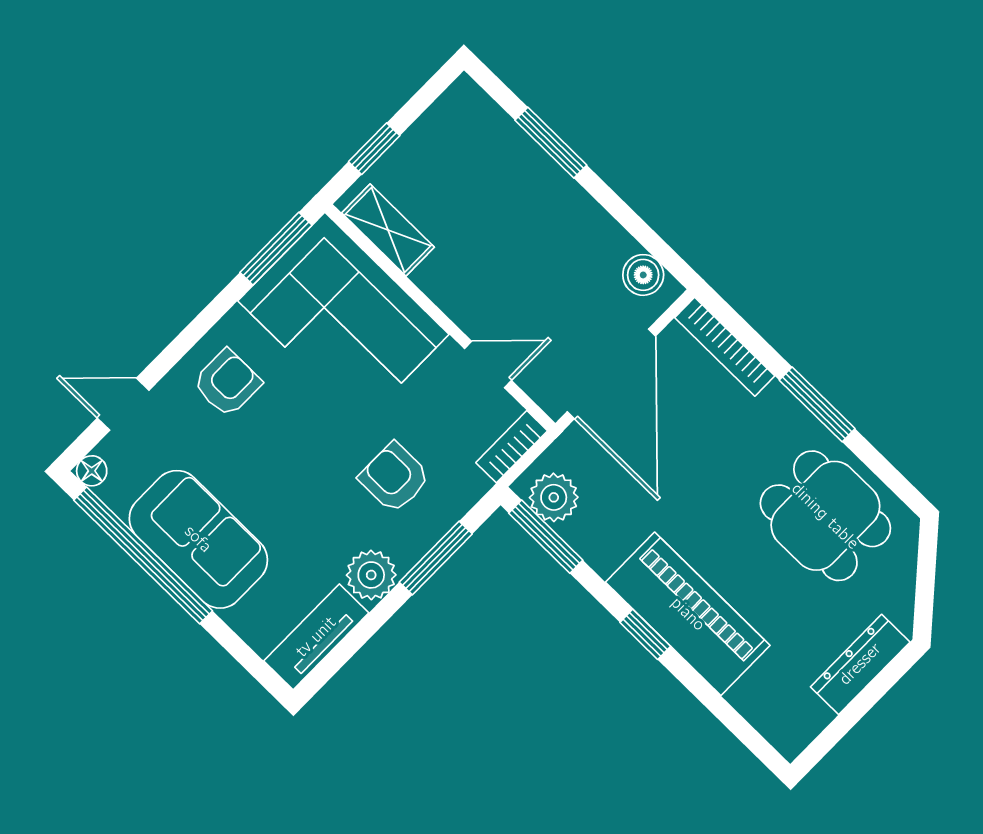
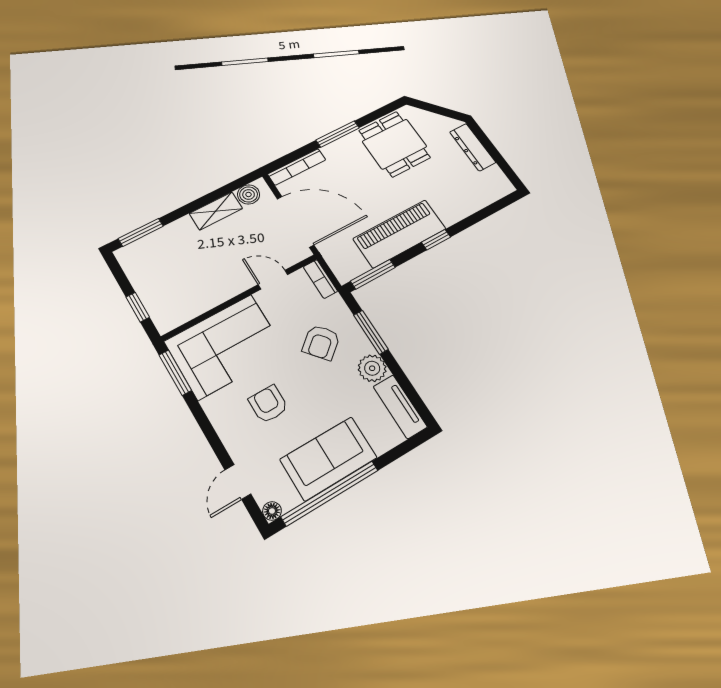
window: (551, 143) -> (141, 232), moved
shelving: (388, 230) -> (216, 211), moved
door: (488, 365) -> (273, 280), hinge flipped
armchair: (227, 383) -> (268, 404), moved
armchair: (394, 478) -> (321, 342), turned -40
plant: (554, 497) -> (353, 265), removed
dining table: (825, 516) -> (394, 144), turned 90
piano: (688, 614) -> (399, 234), moved

